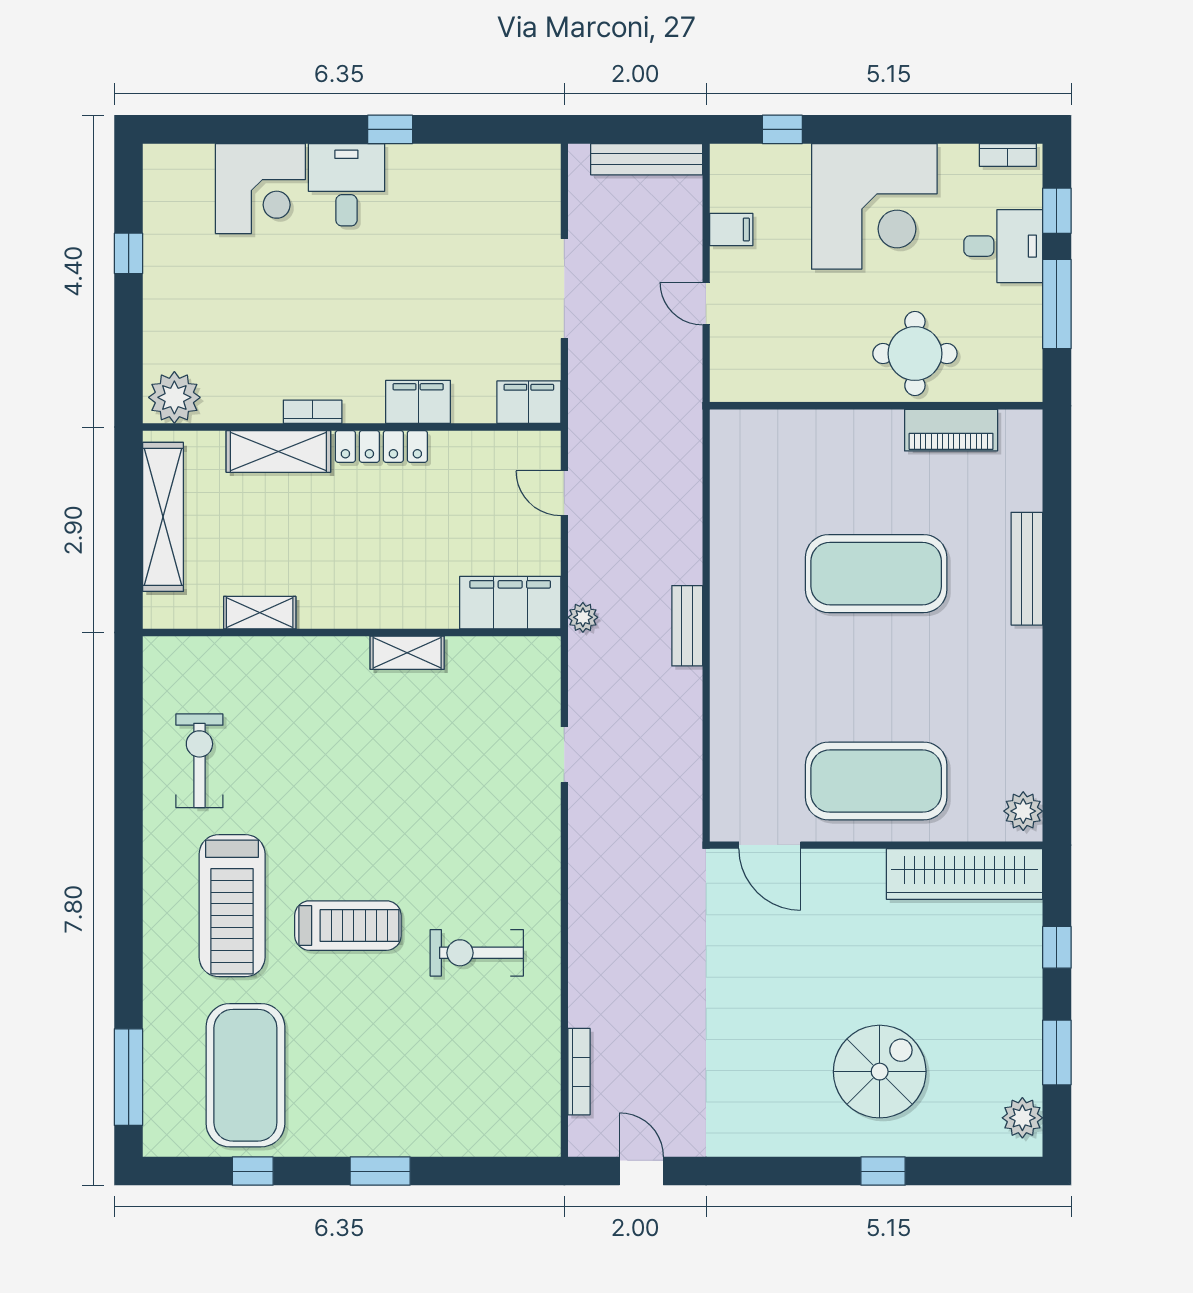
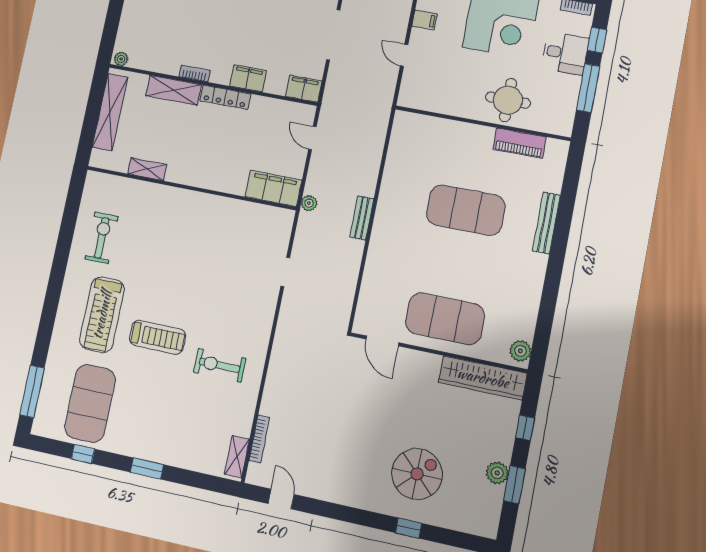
plant: (174, 397) -> (121, 59), width x0.53, depth x0.53
shelving: (407, 653) -> (237, 457), moved, turned 90
plant: (1022, 1118) -> (497, 473), moved

